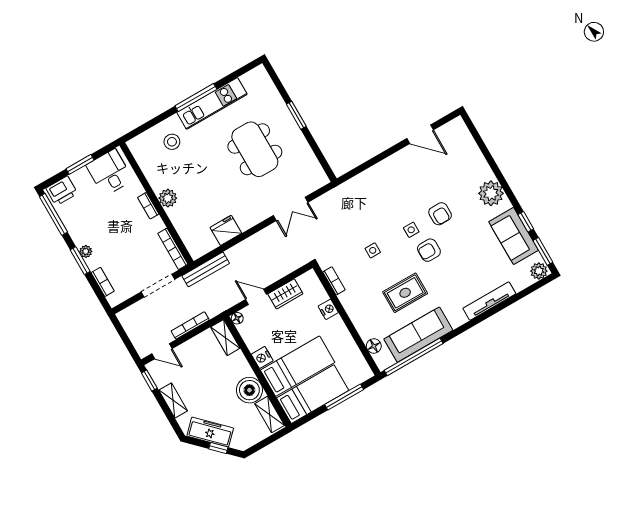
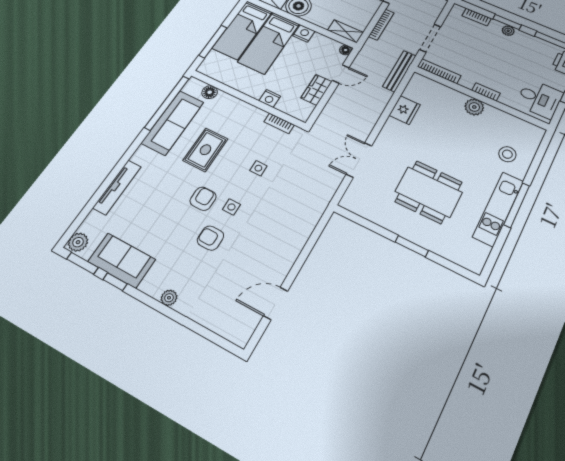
plant: (491, 193) -> (169, 298), width x0.53, depth x0.53

